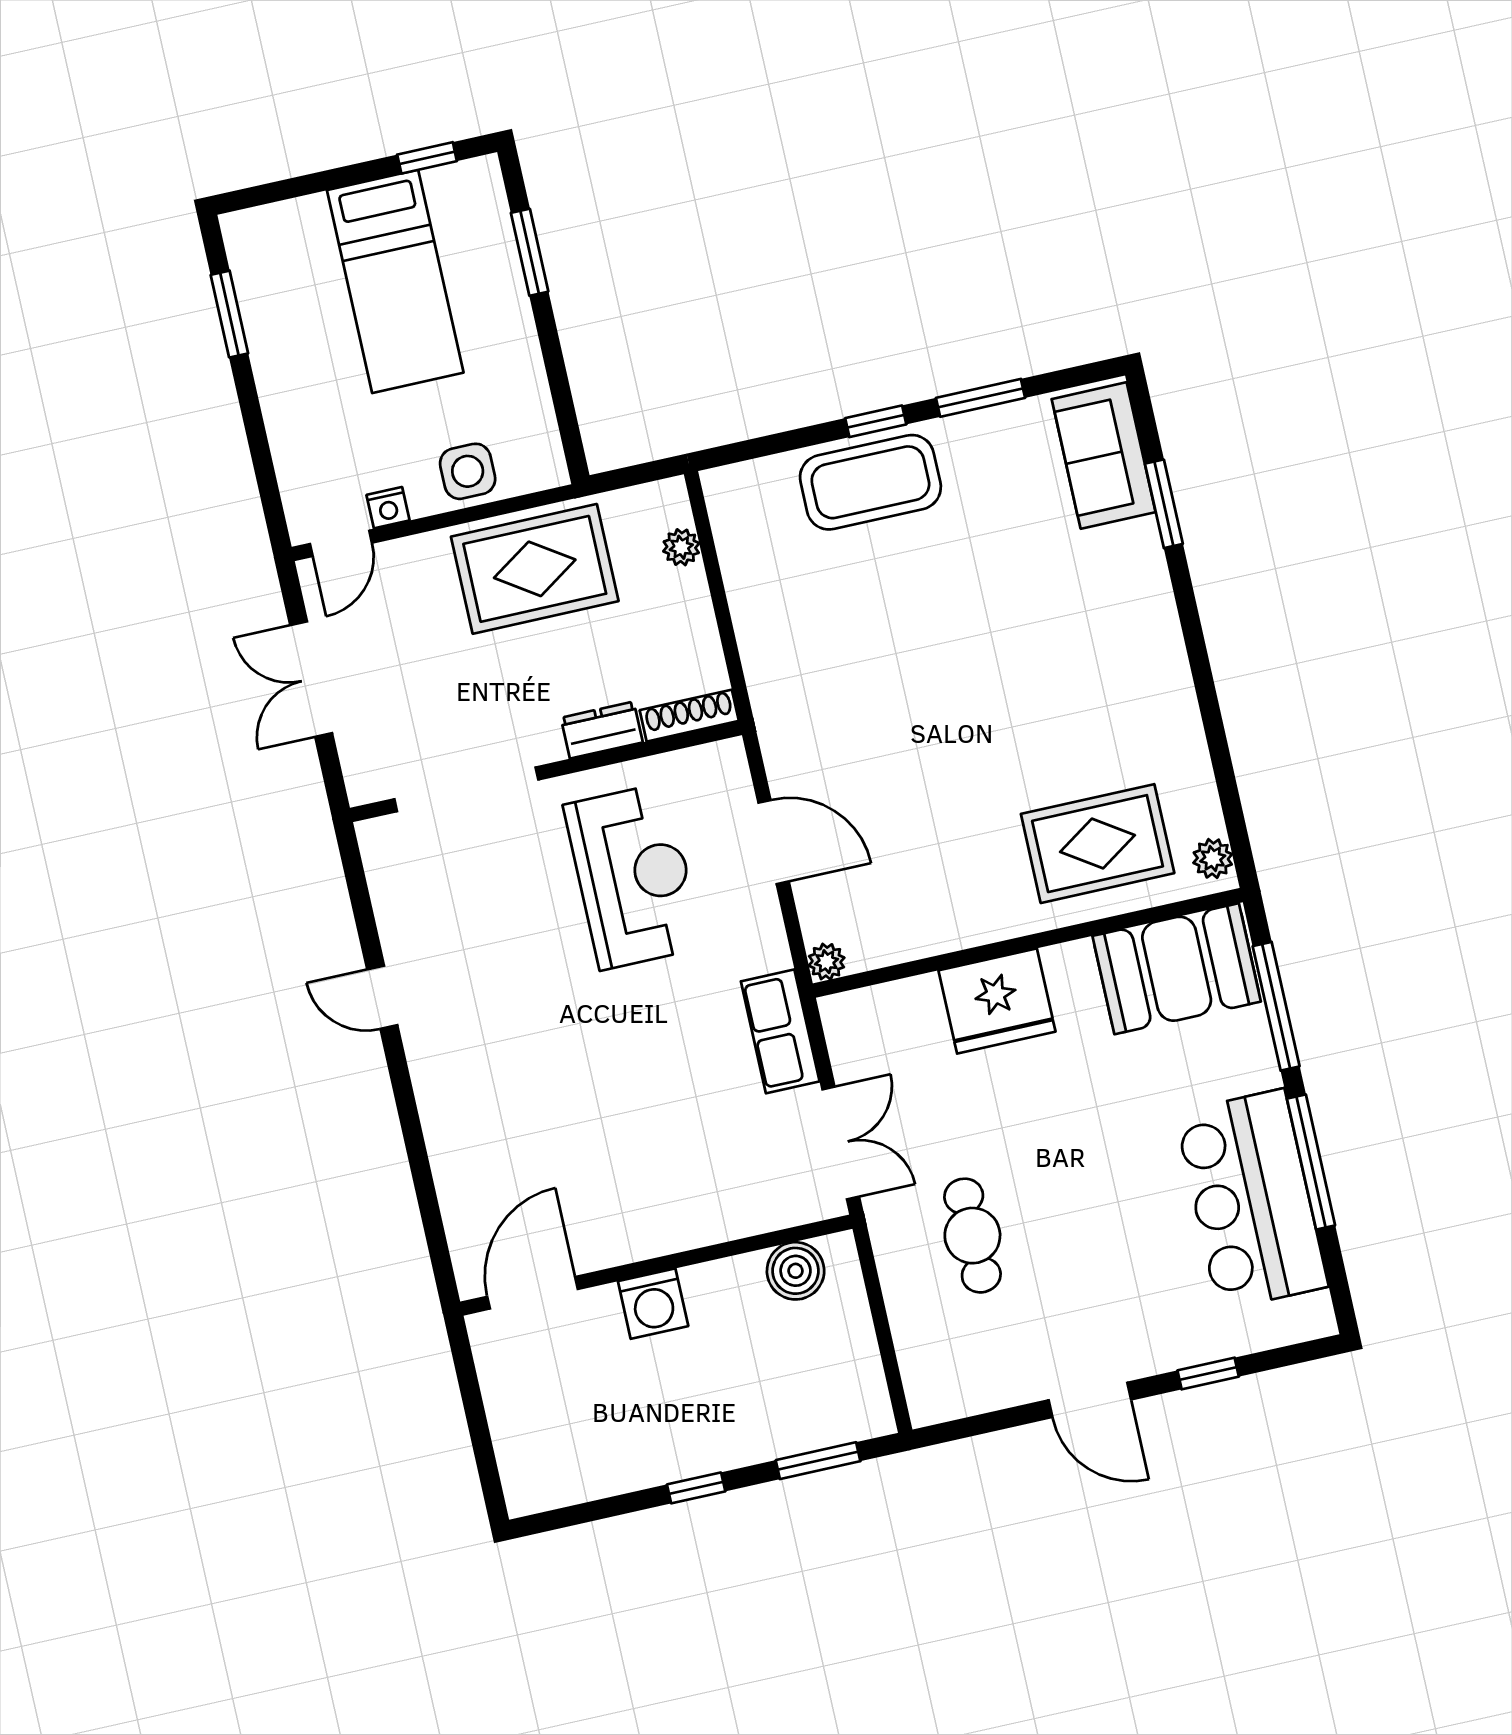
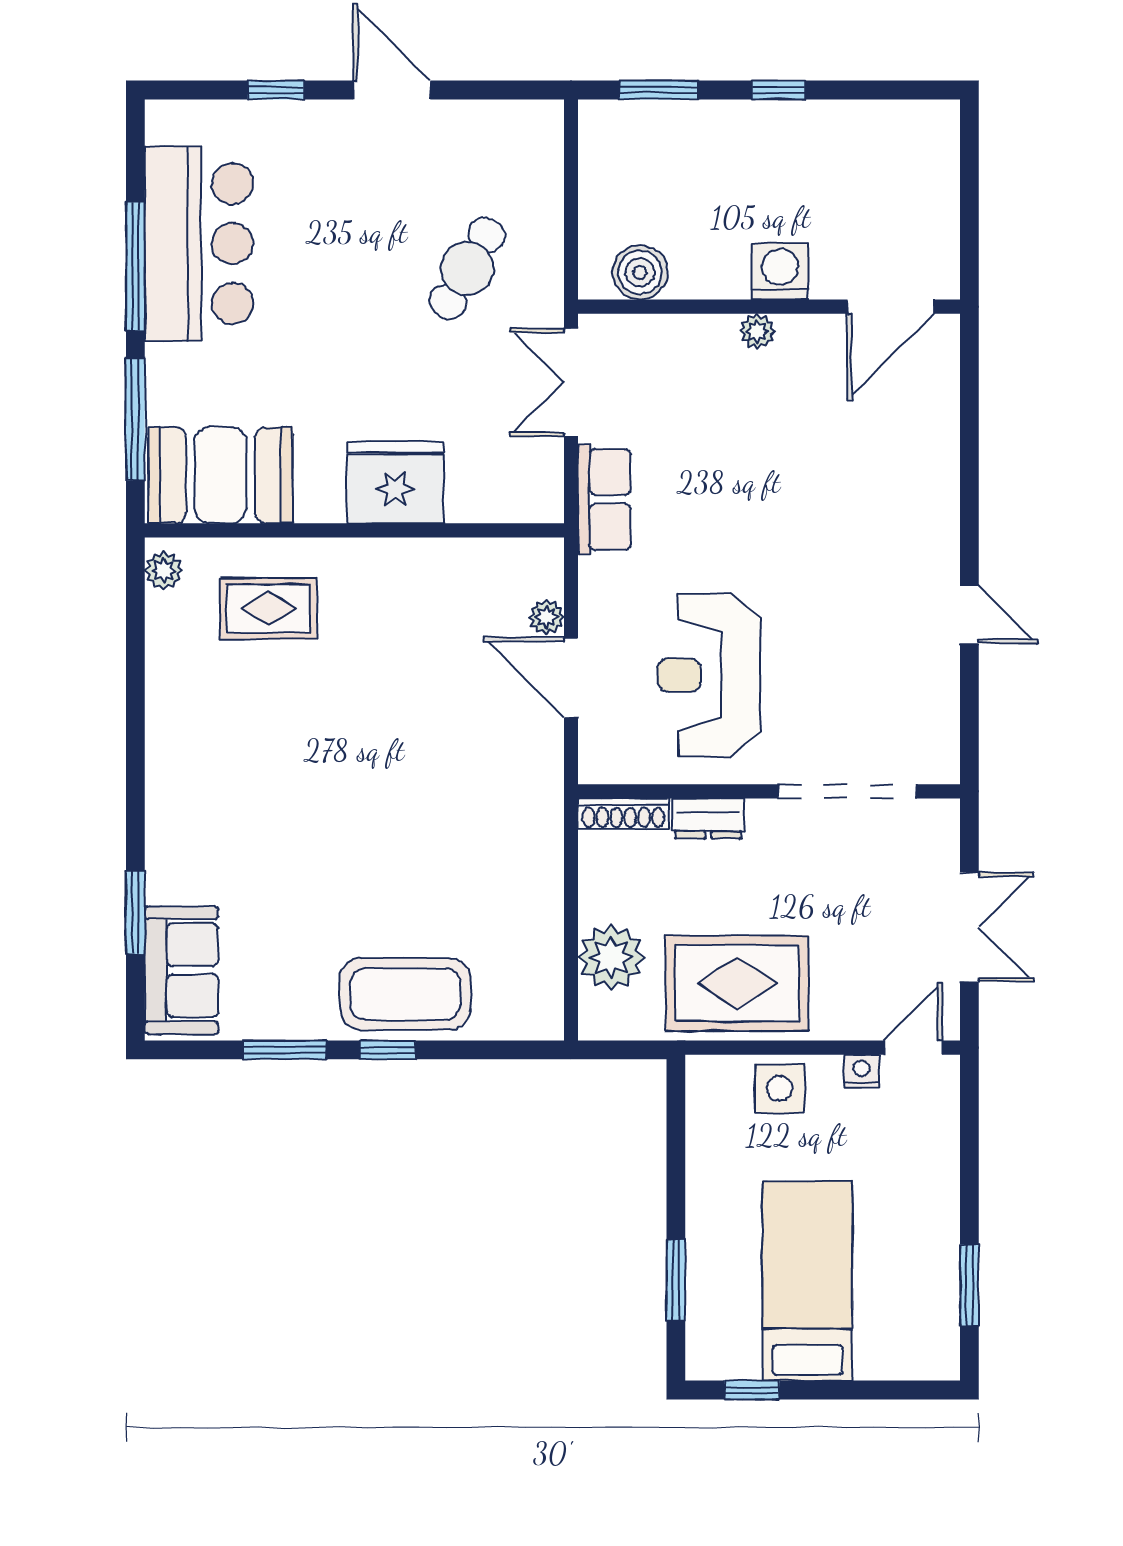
plant: (681, 547) -> (611, 957), width x1.87, depth x1.87
rug: (1098, 844) -> (268, 609), width x0.73, depth x0.70
plant: (827, 962) -> (546, 617), moved
cafe table: (972, 1236) -> (467, 268), turned 30
plant: (663, 1237) -> (757, 331), added

